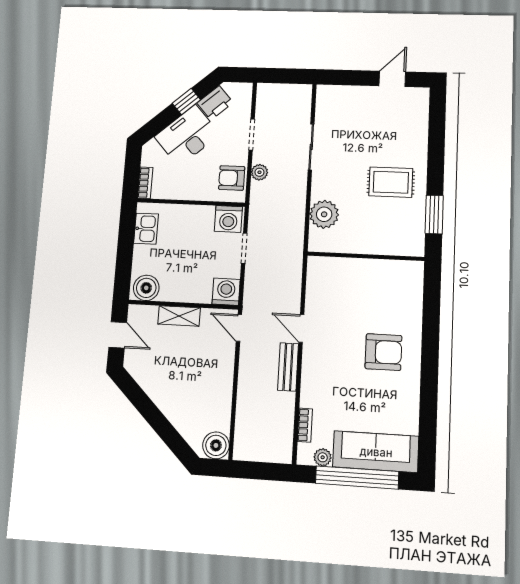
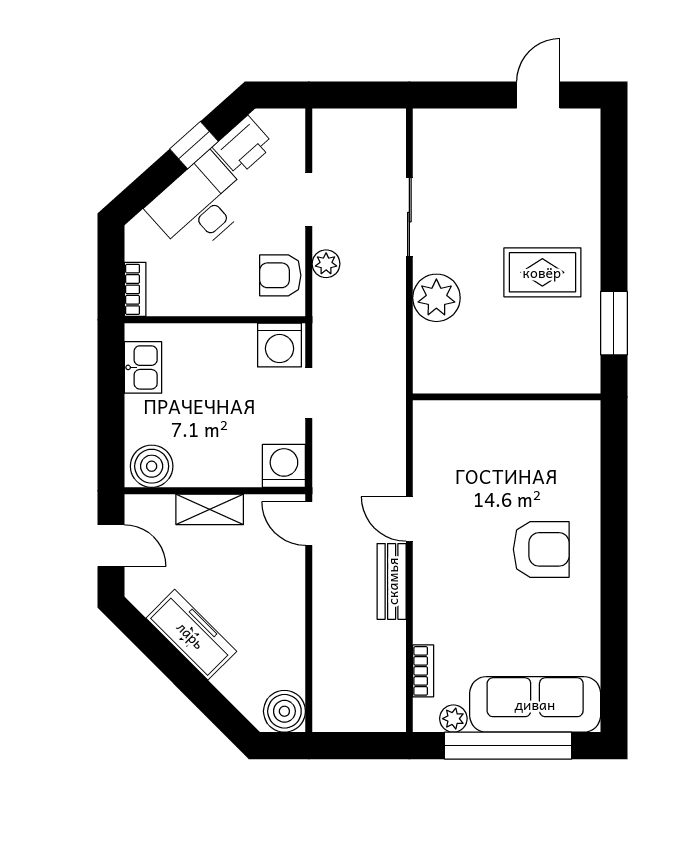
plant: (324, 214) -> (436, 298), moved
freezer: (162, 393) -> (191, 635), added

